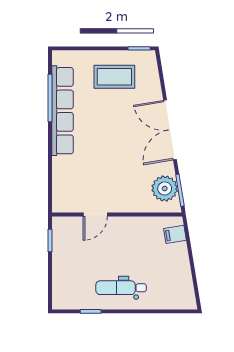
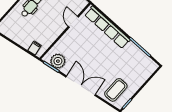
coffee table: (114, 77) -> (116, 90), moved
row of seats: (63, 111) -> (107, 27), moved

